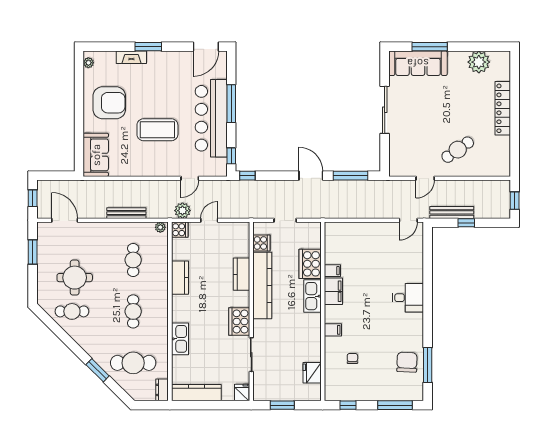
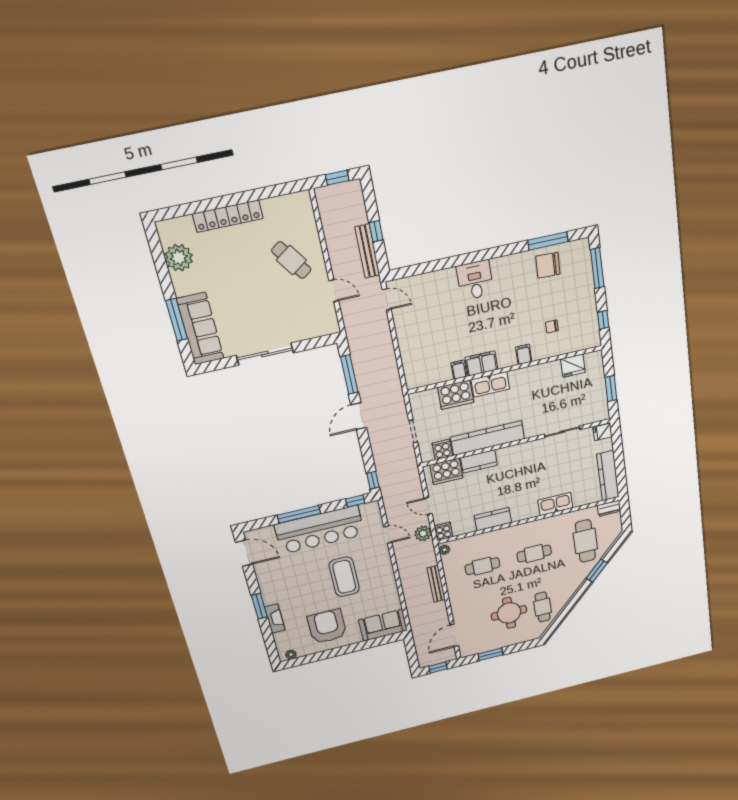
cooker: (239, 322) -> (446, 471), moved

